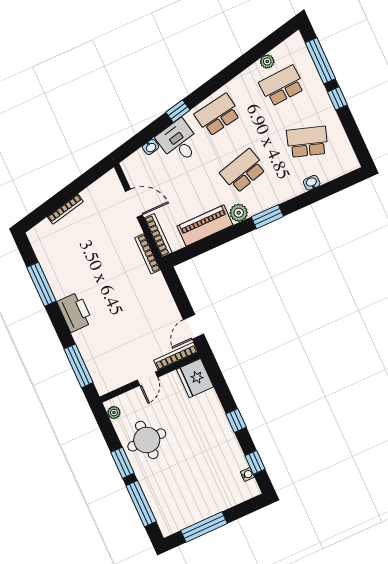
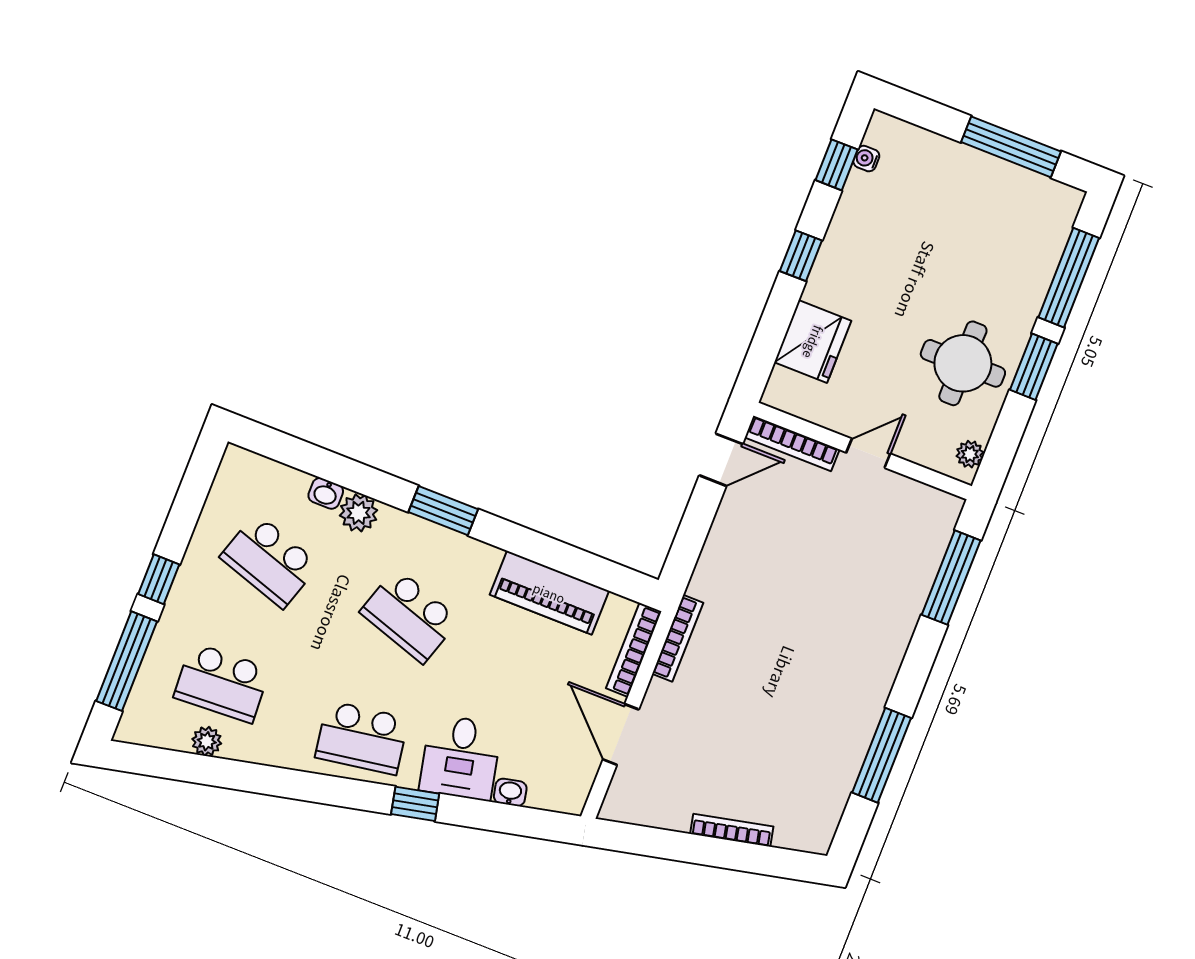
school desk: (243, 171) -> (410, 616), turned 33
plant: (239, 213) -> (359, 513), moved
printer: (75, 312) -> (875, 663), removed
fridge: (195, 378) -> (813, 342), moved

